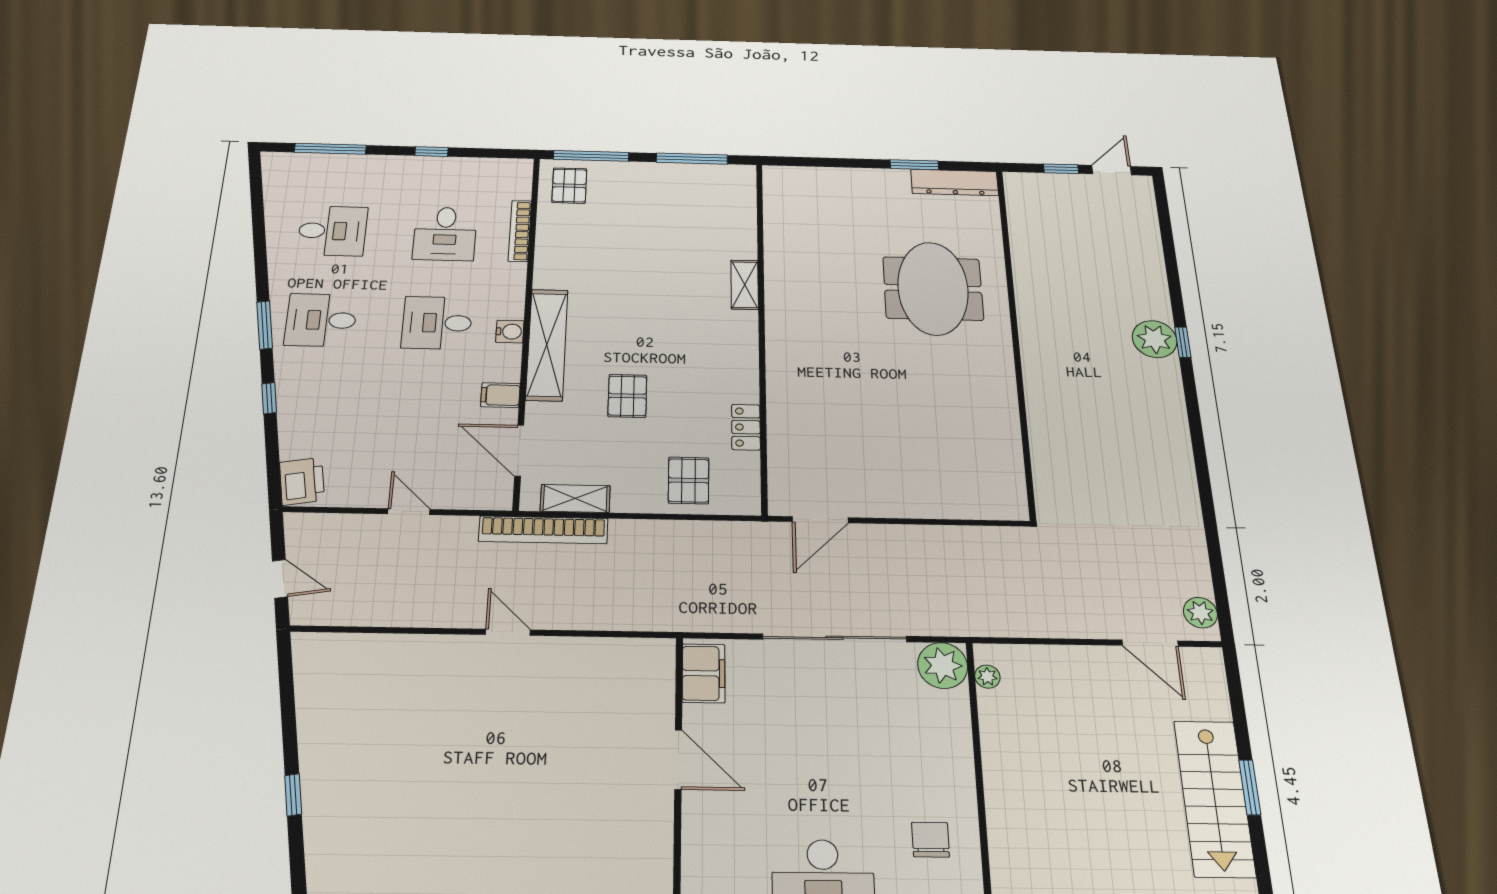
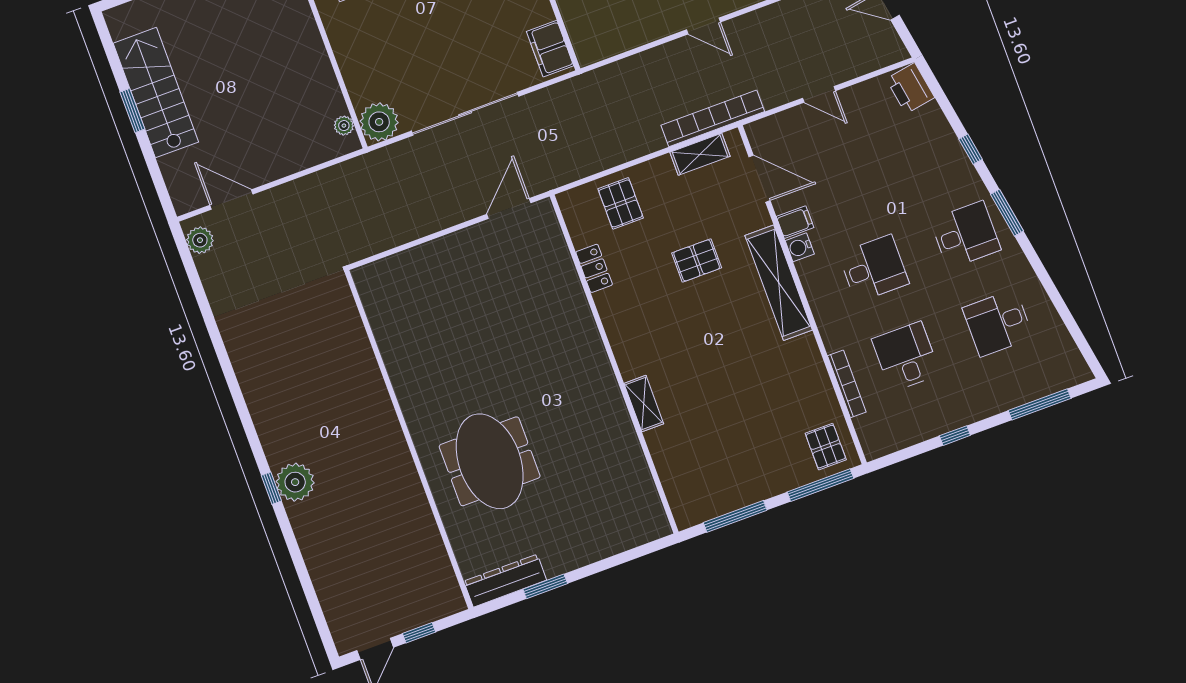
water cooler: (510, 332) -> (800, 247), moved
pallet: (627, 396) -> (697, 260), turned 90

